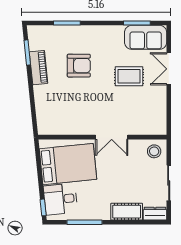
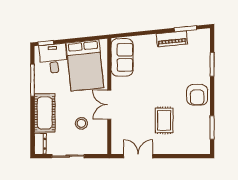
sofa: (146, 37) -> (122, 57), moved, turned 180
armchair: (79, 66) -> (197, 95), moved
double door: (169, 69) -> (138, 156), moved
stool: (154, 151) -> (81, 123), moved
cot: (127, 212) -> (45, 113), width x1.37, depth x1.34

